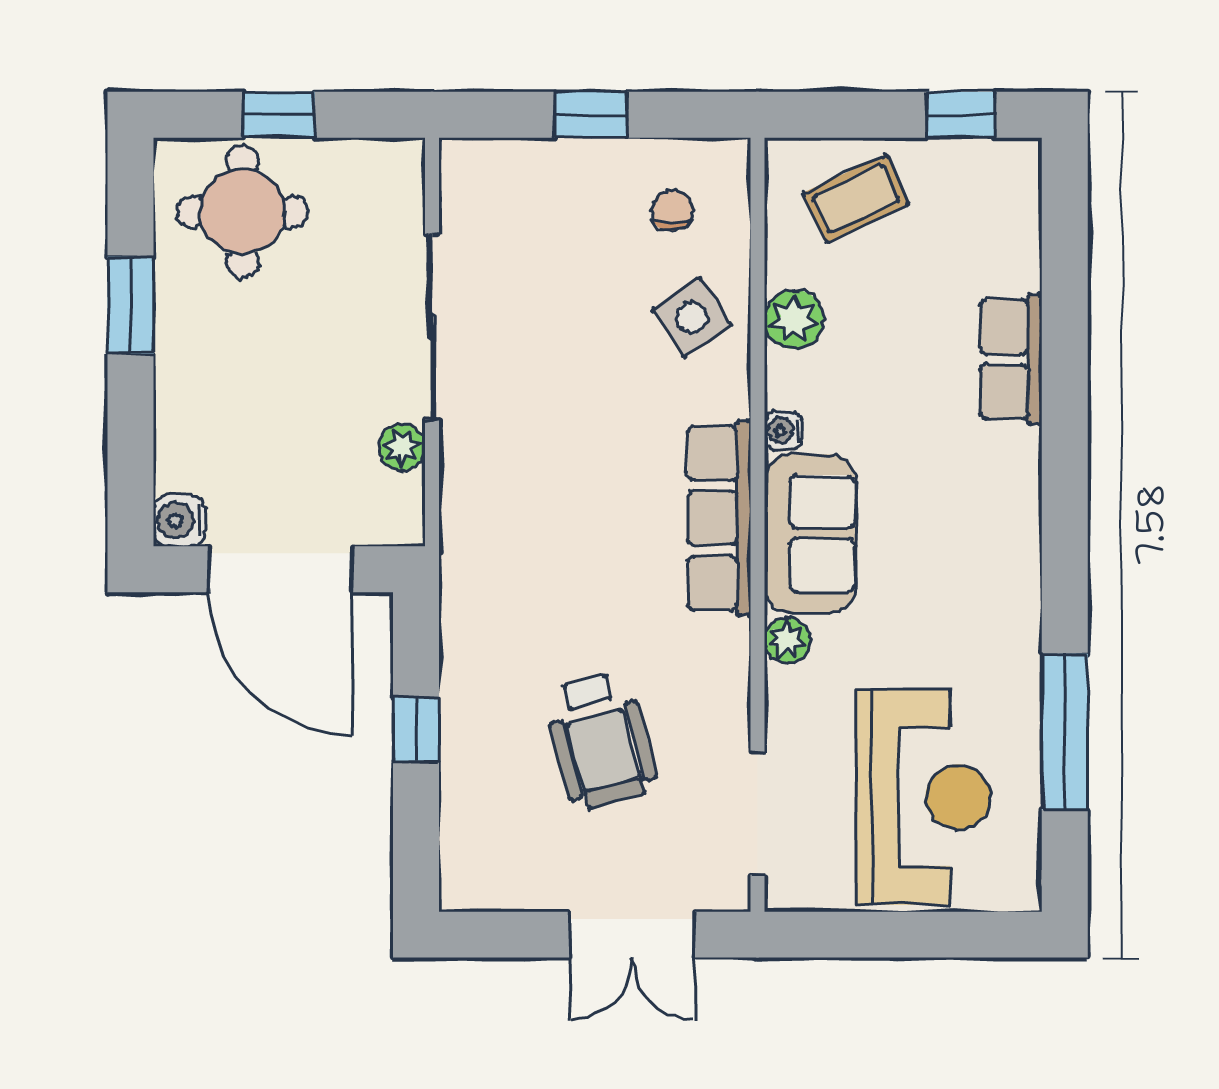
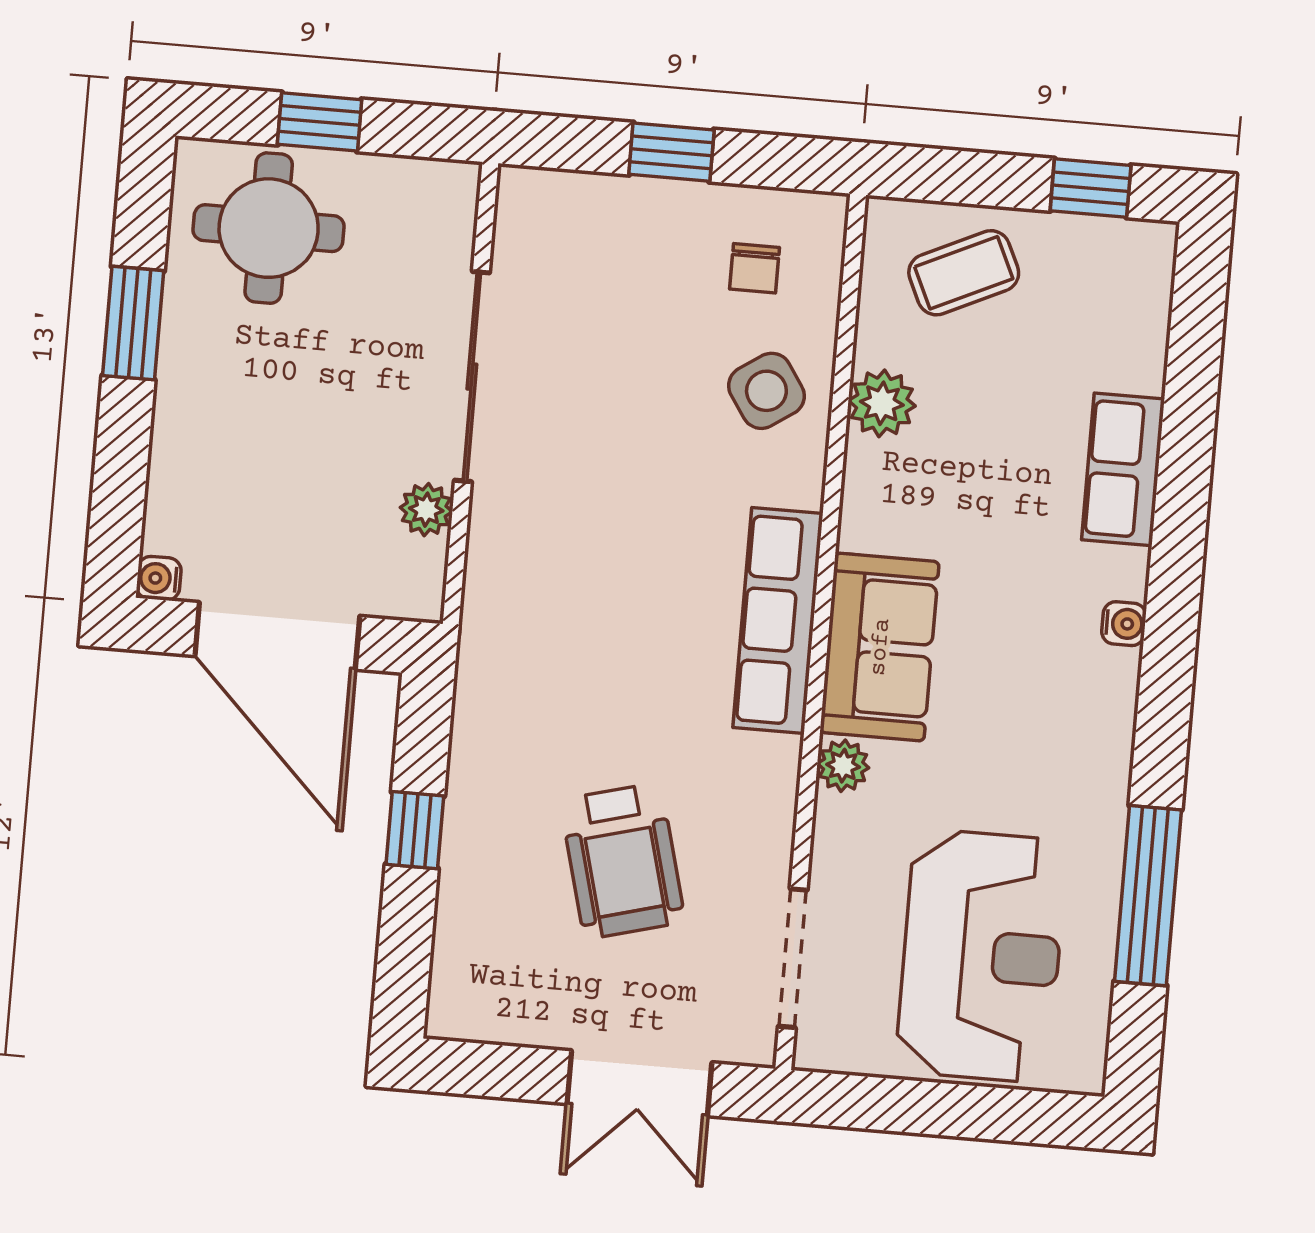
chair: (672, 210) -> (755, 268), turned 180
water cooler: (783, 431) -> (1124, 624), moved, turned 180
water cooler: (179, 520) -> (159, 578), width x0.72, depth x0.72

